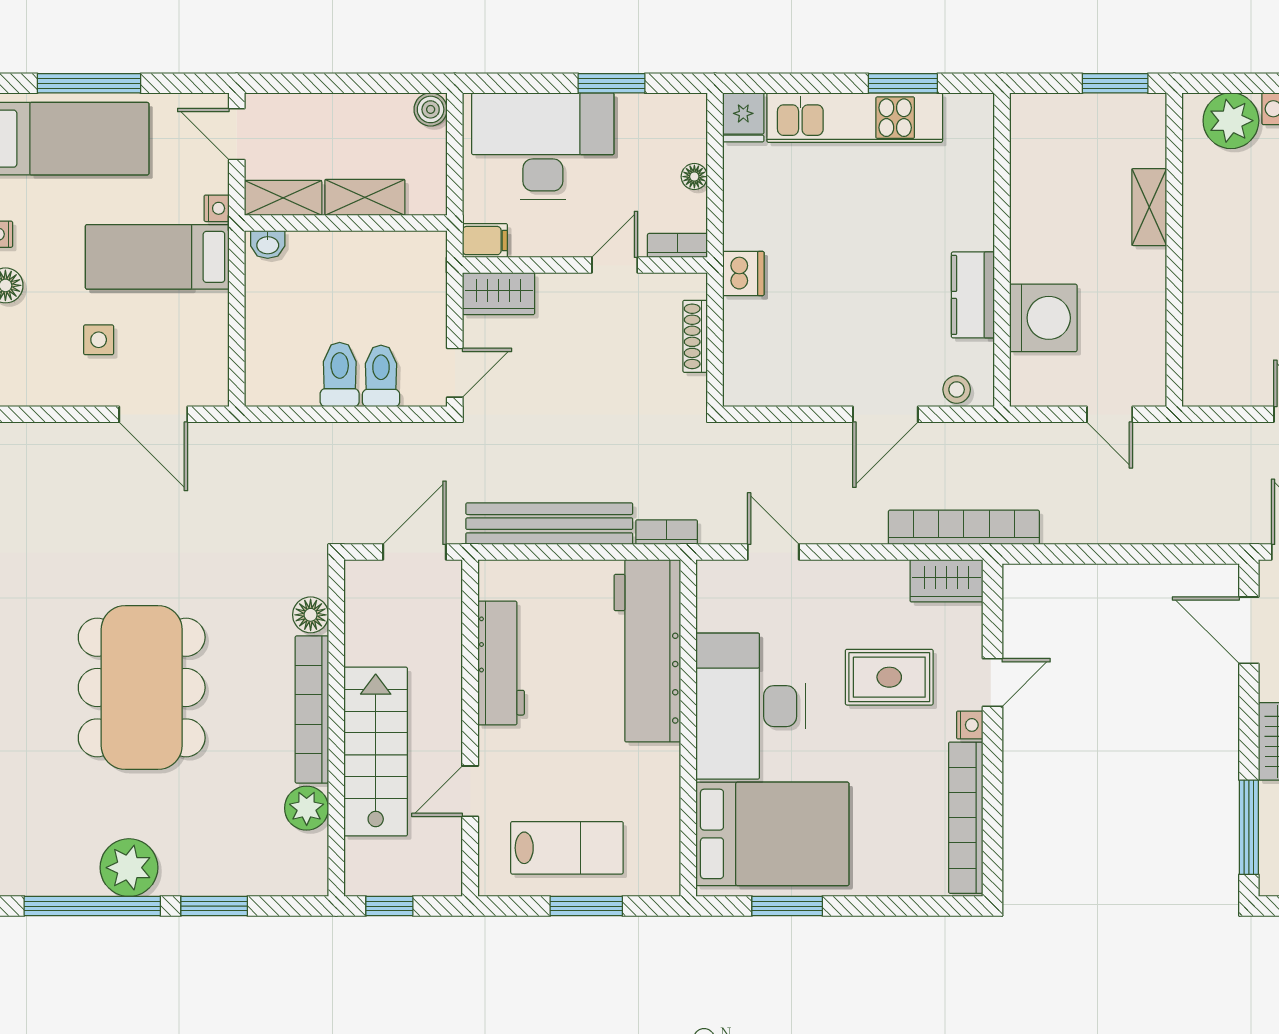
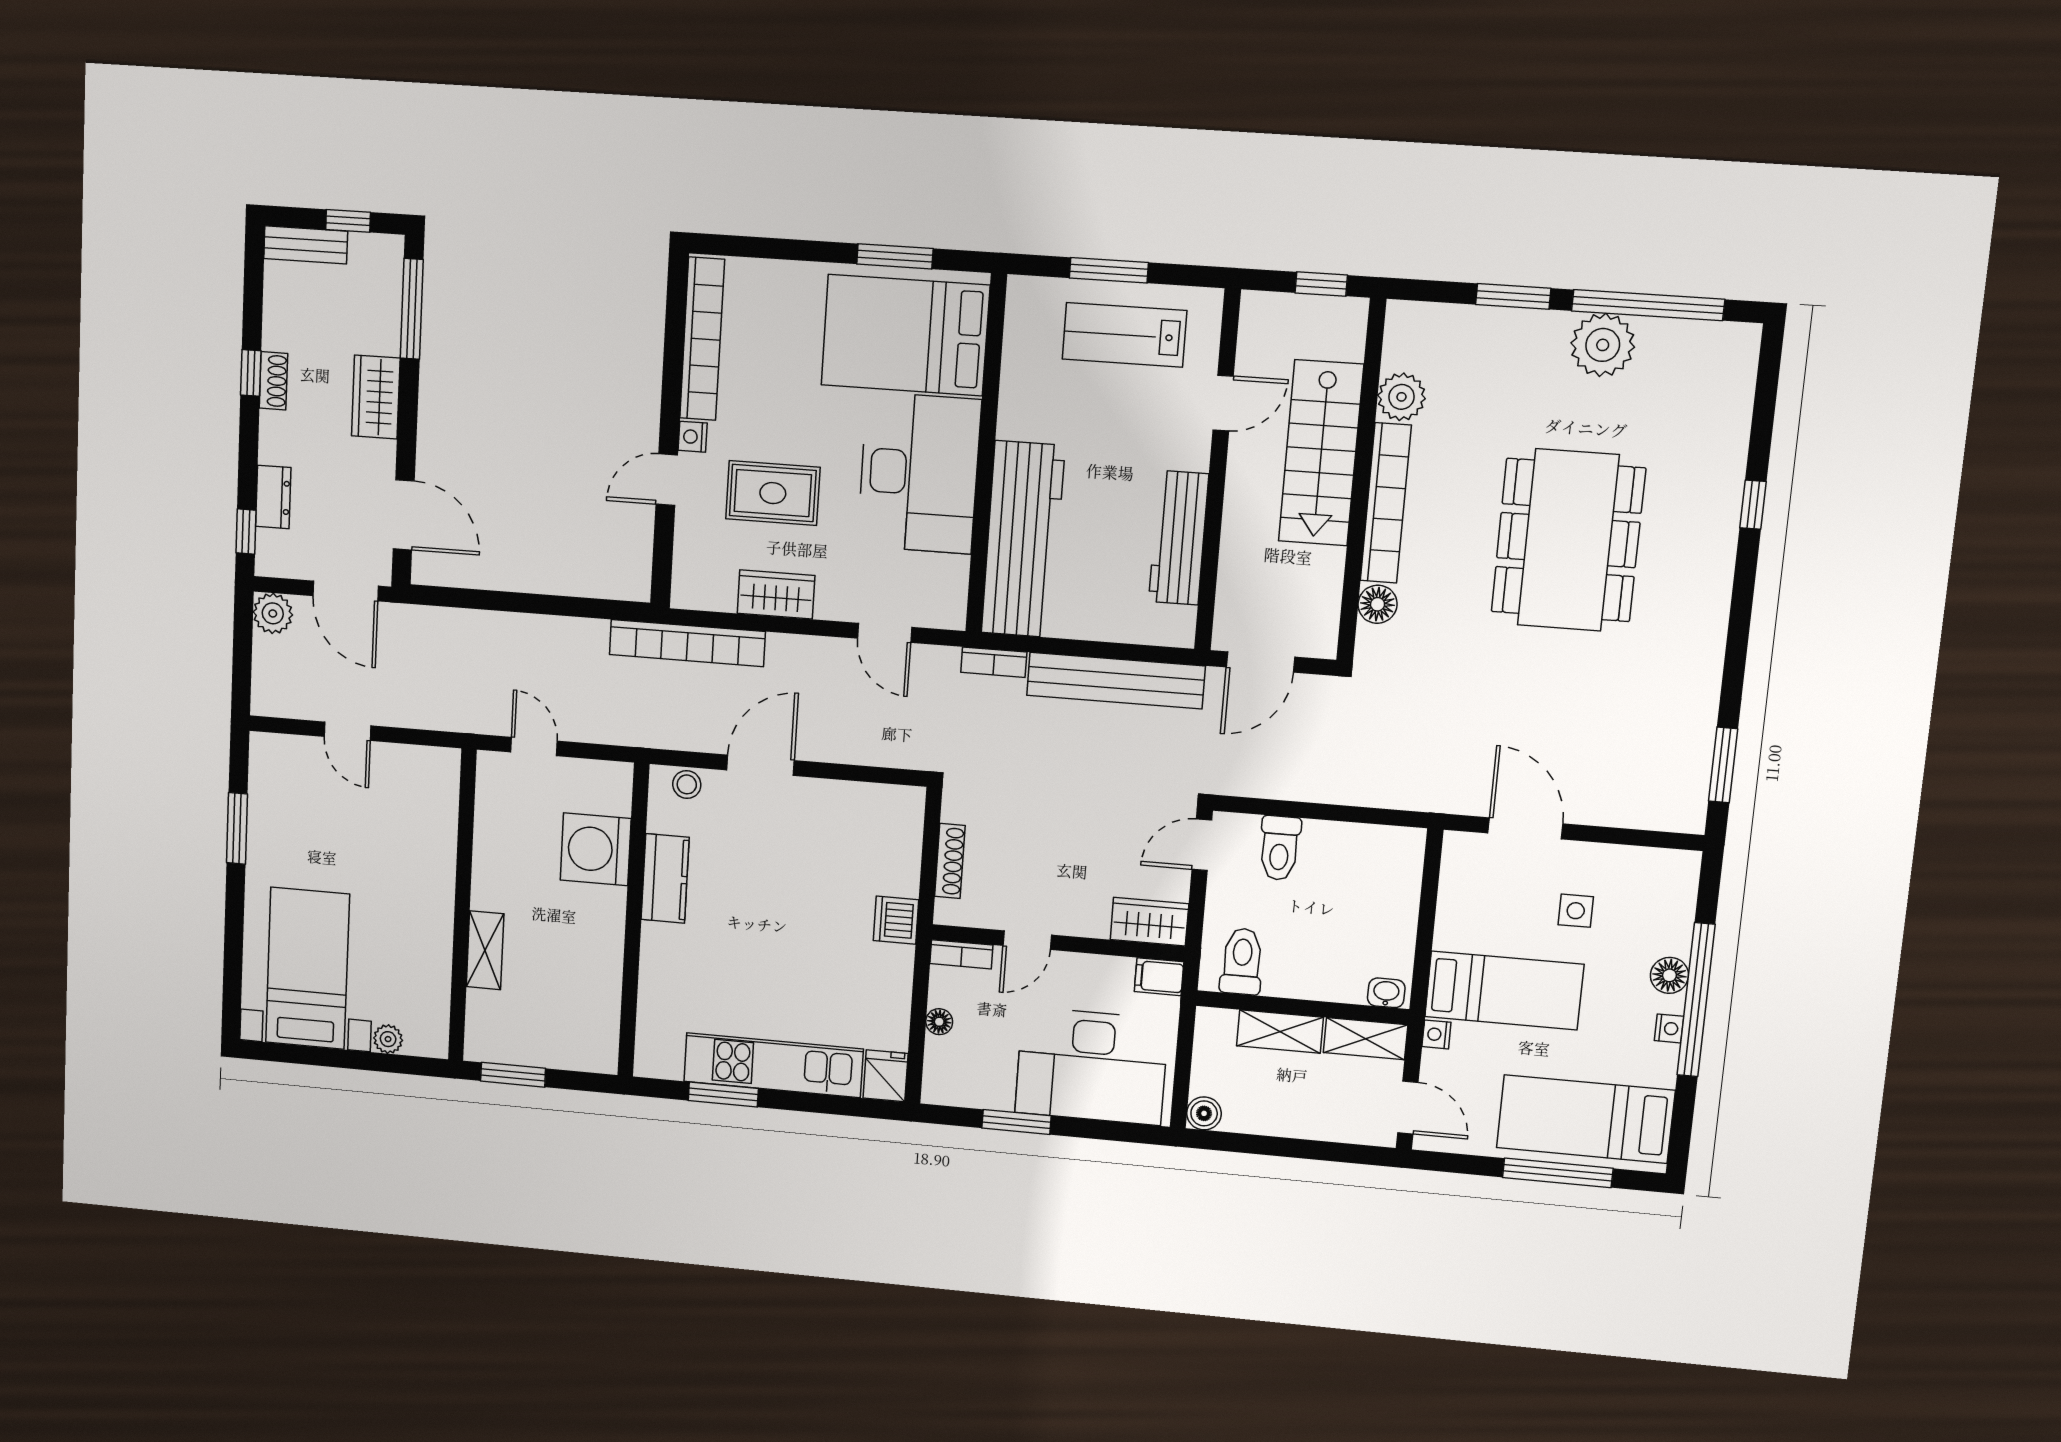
plant: (1231, 121) -> (388, 1039), width x0.53, depth x0.53
toilet: (340, 375) -> (1242, 961), moved, turned 180
wardrobe: (946, 581) -> (776, 594), moved

